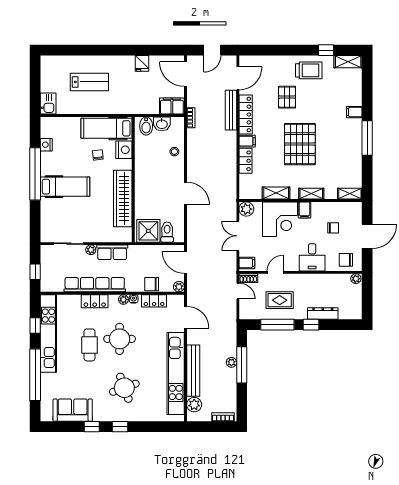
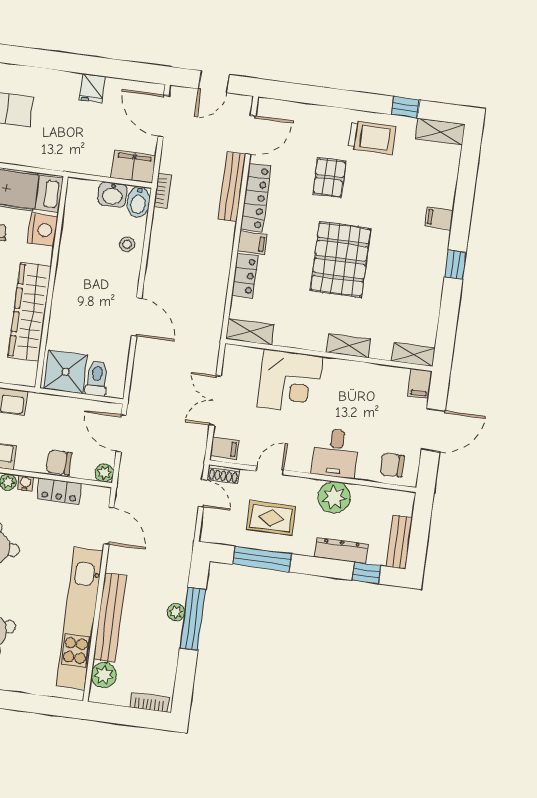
bidet: (146, 126) -> (138, 202), moved
window: (367, 138) -> (455, 265), width x0.46
shelving: (276, 193) -> (250, 332), moved
plant: (246, 209) -> (236, 357), removed
filing cabinet: (305, 210) -> (420, 383), moved
chair: (333, 228) -> (378, 408), removed
plant: (356, 279) -> (334, 497), moved, width x1.87, depth x1.87
bench: (356, 304) -> (399, 542), added
window: (311, 325) -> (367, 573), moved

